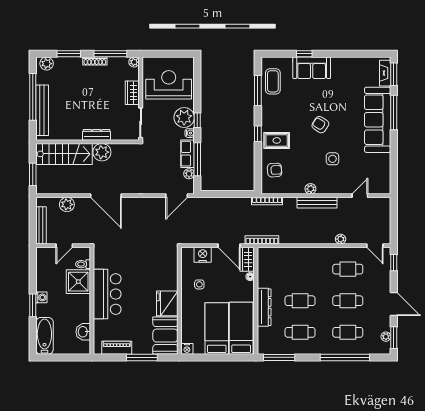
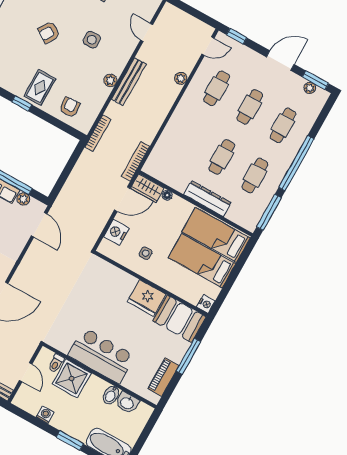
washing machine: (41, 297) -> (45, 415), moved
bidet: (82, 317) -> (111, 395), added
window: (345, 357) -> (296, 163), moved

